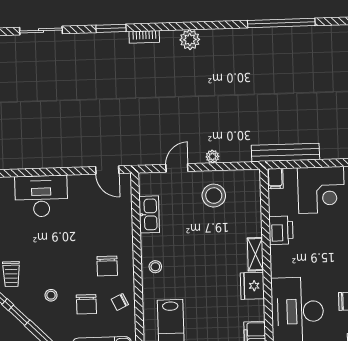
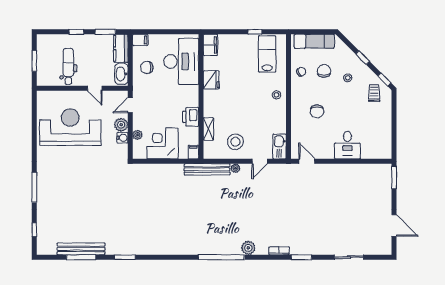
window: (281, 23) -> (221, 257), moved
bench: (285, 153) -> (207, 169), moved
desk: (41, 196) -> (347, 145), width x0.73
kitchen sink: (149, 214) -> (280, 146), moved
shelving: (255, 254) -> (208, 129), moved
chair: (107, 266) -> (317, 111), moved, turned 180
window: (19, 315) -> (362, 58), moved

